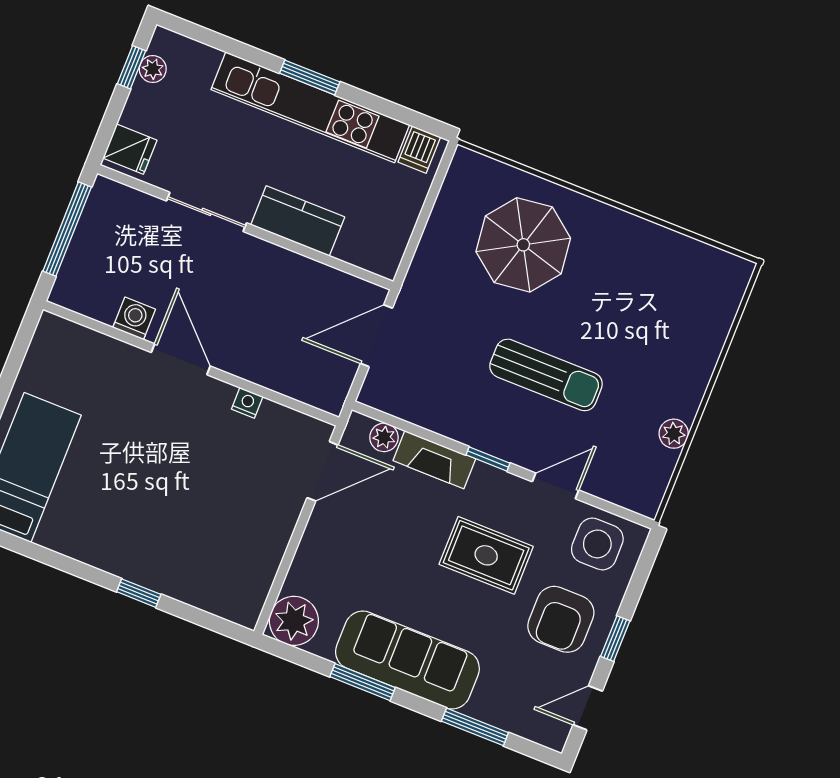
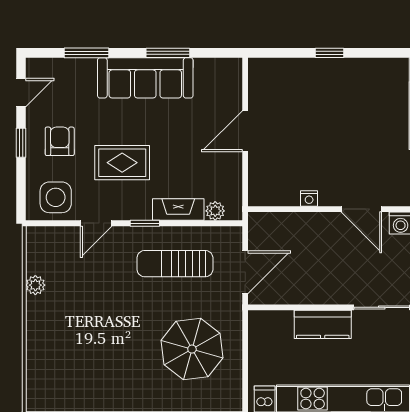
parasol: (523, 245) -> (192, 349), moved
sun lounger: (546, 375) -> (175, 264), moved
door: (322, 471) -> (245, 131), moved
armchair: (561, 619) -> (60, 141), width x0.72, depth x0.72
plant: (294, 621) -> (226, 74), removed

